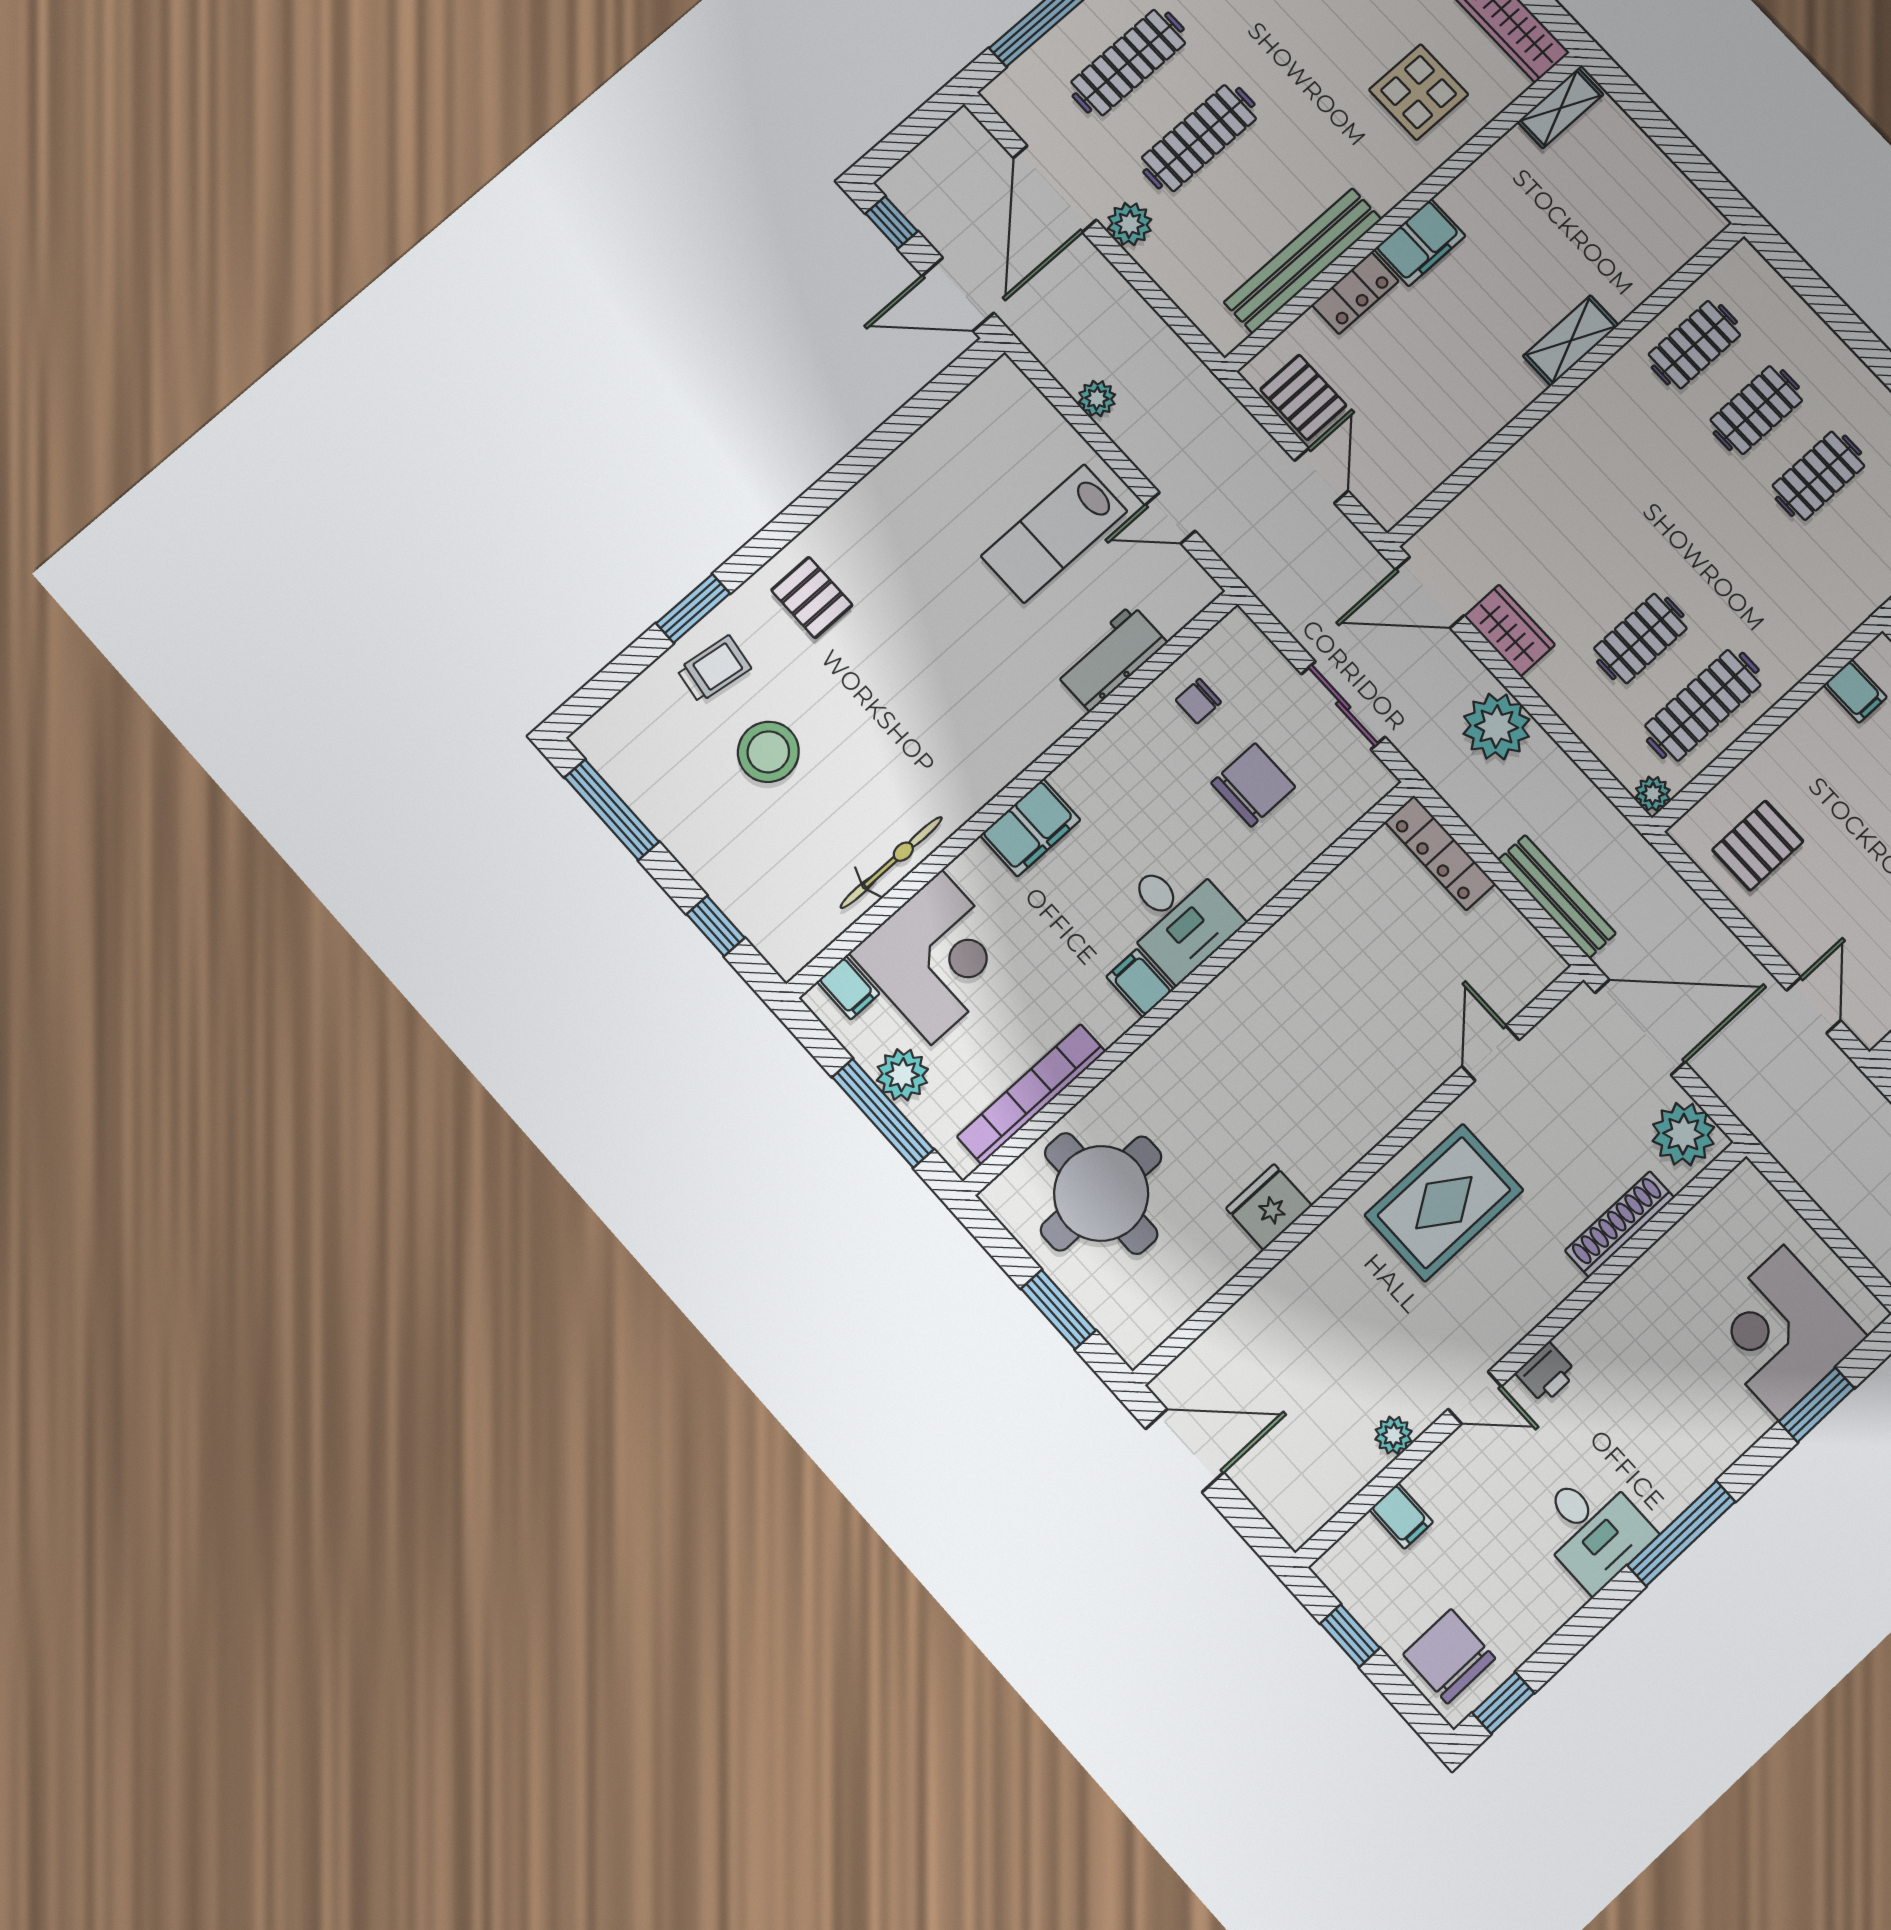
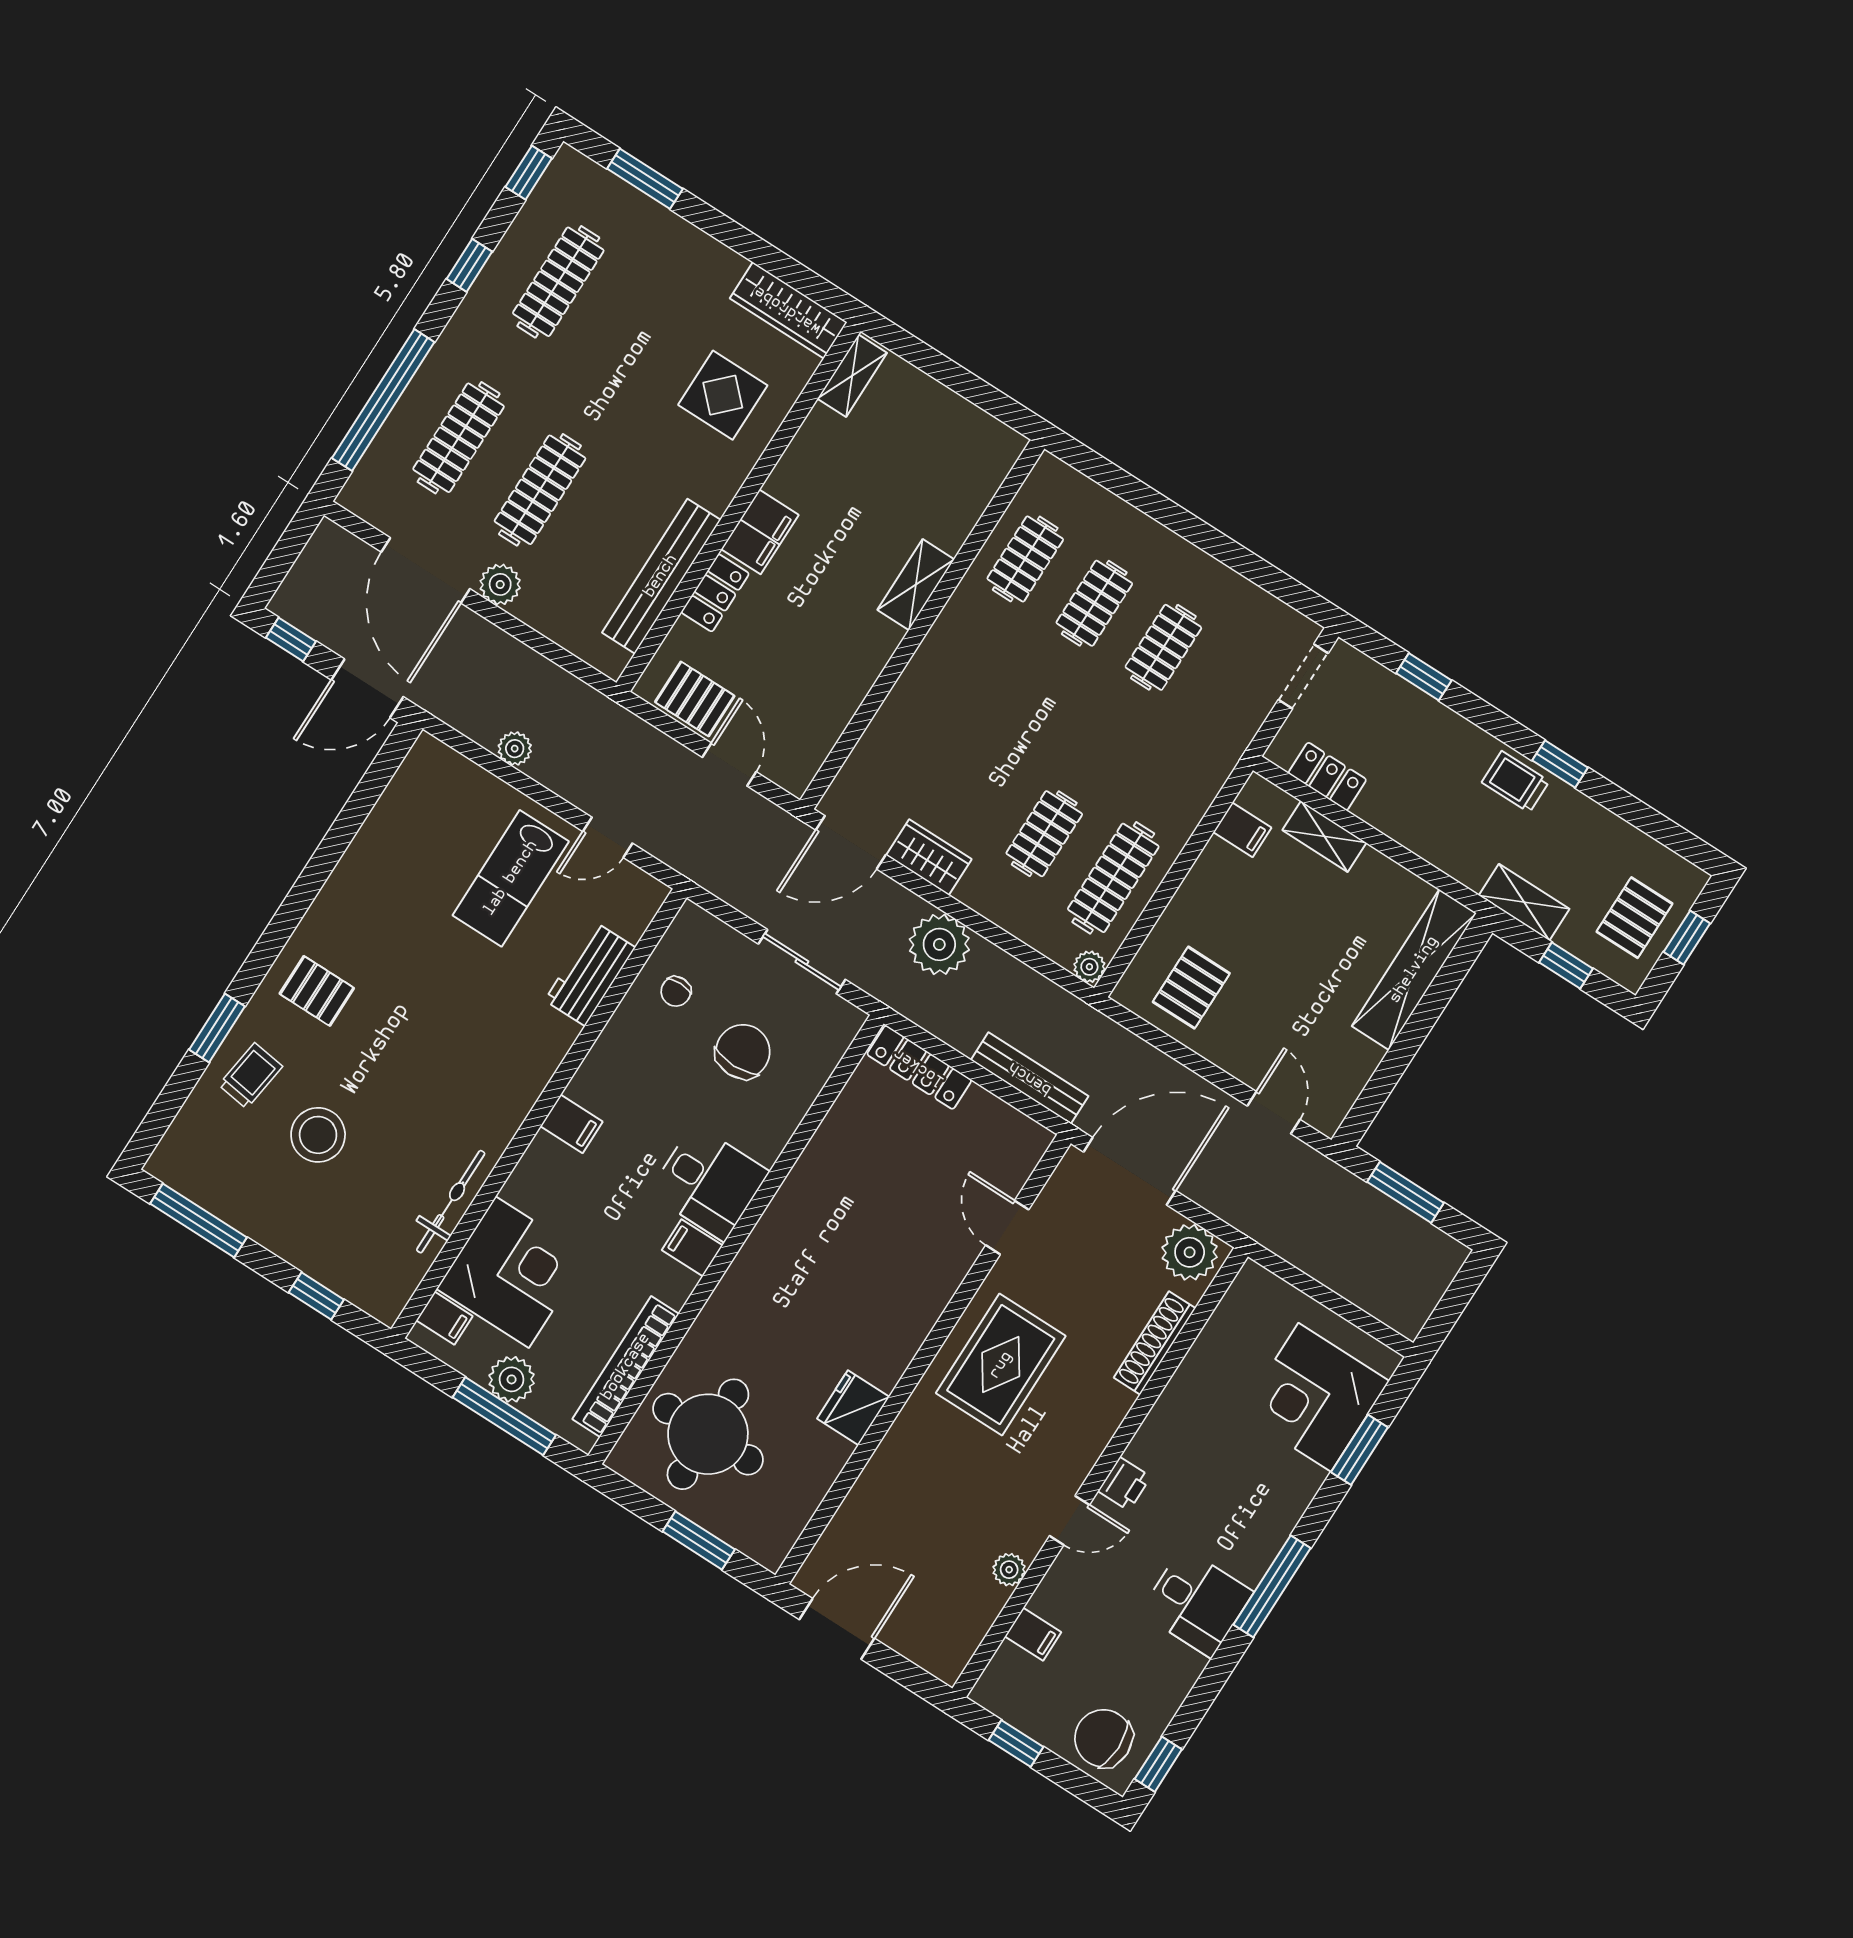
filing cabinet: (1030, 828) -> (572, 1124), width x0.50

